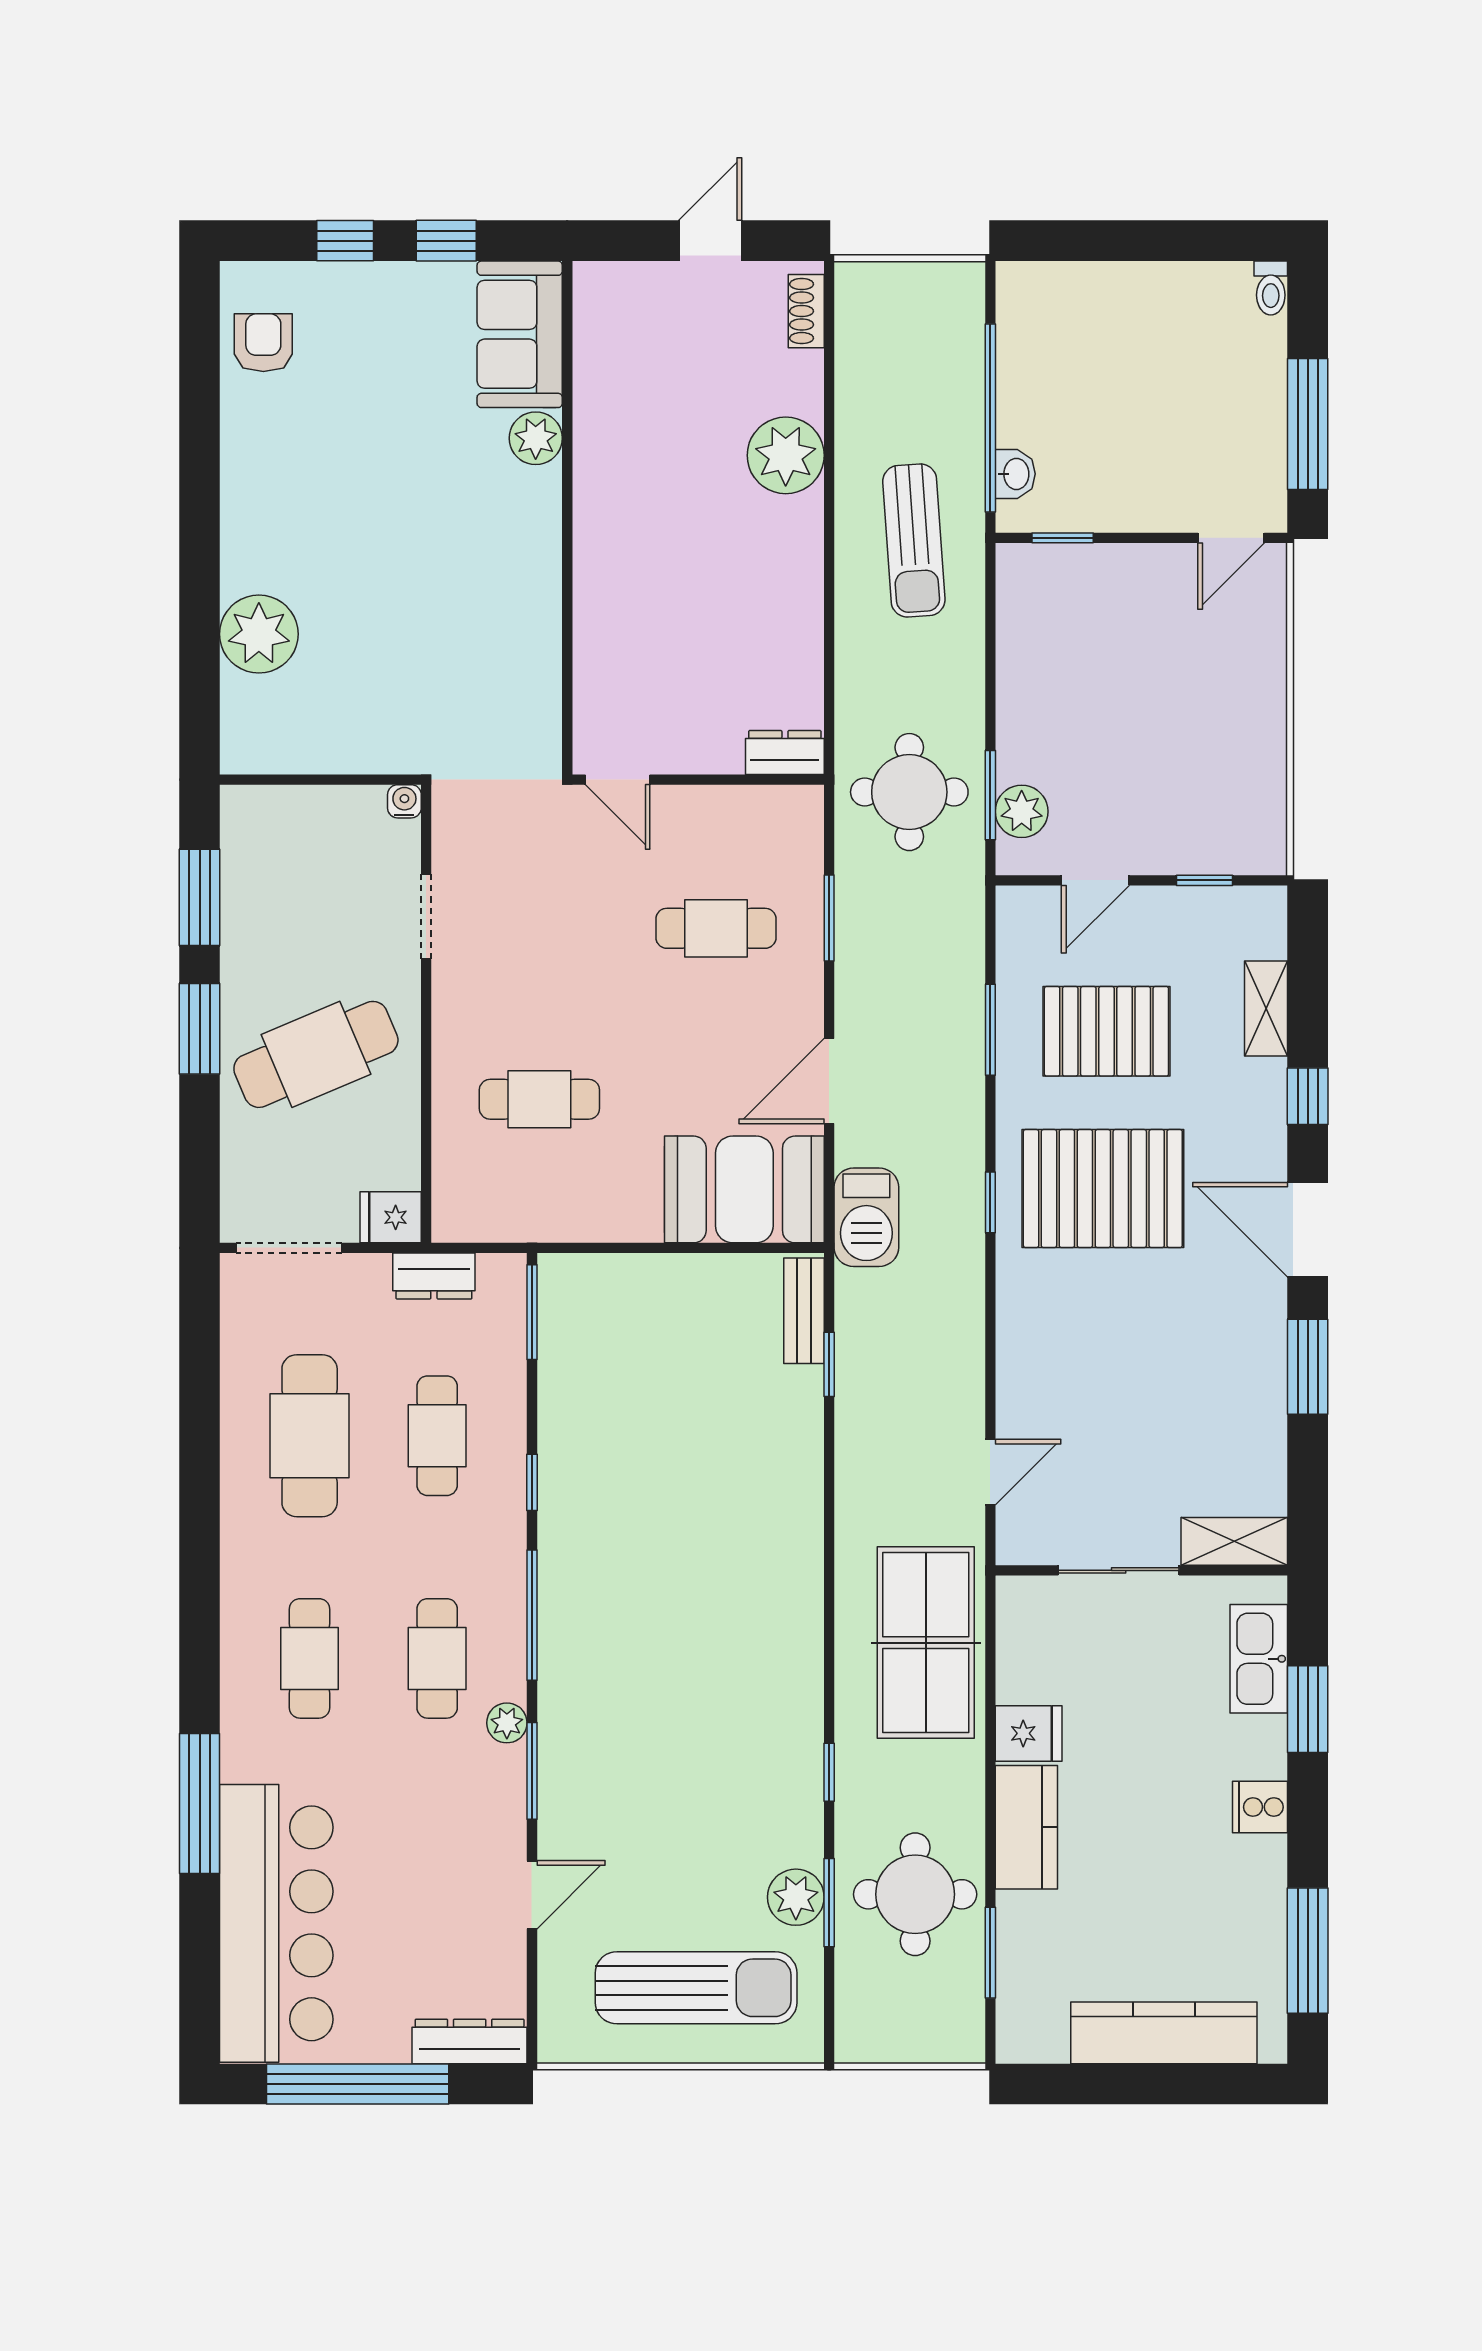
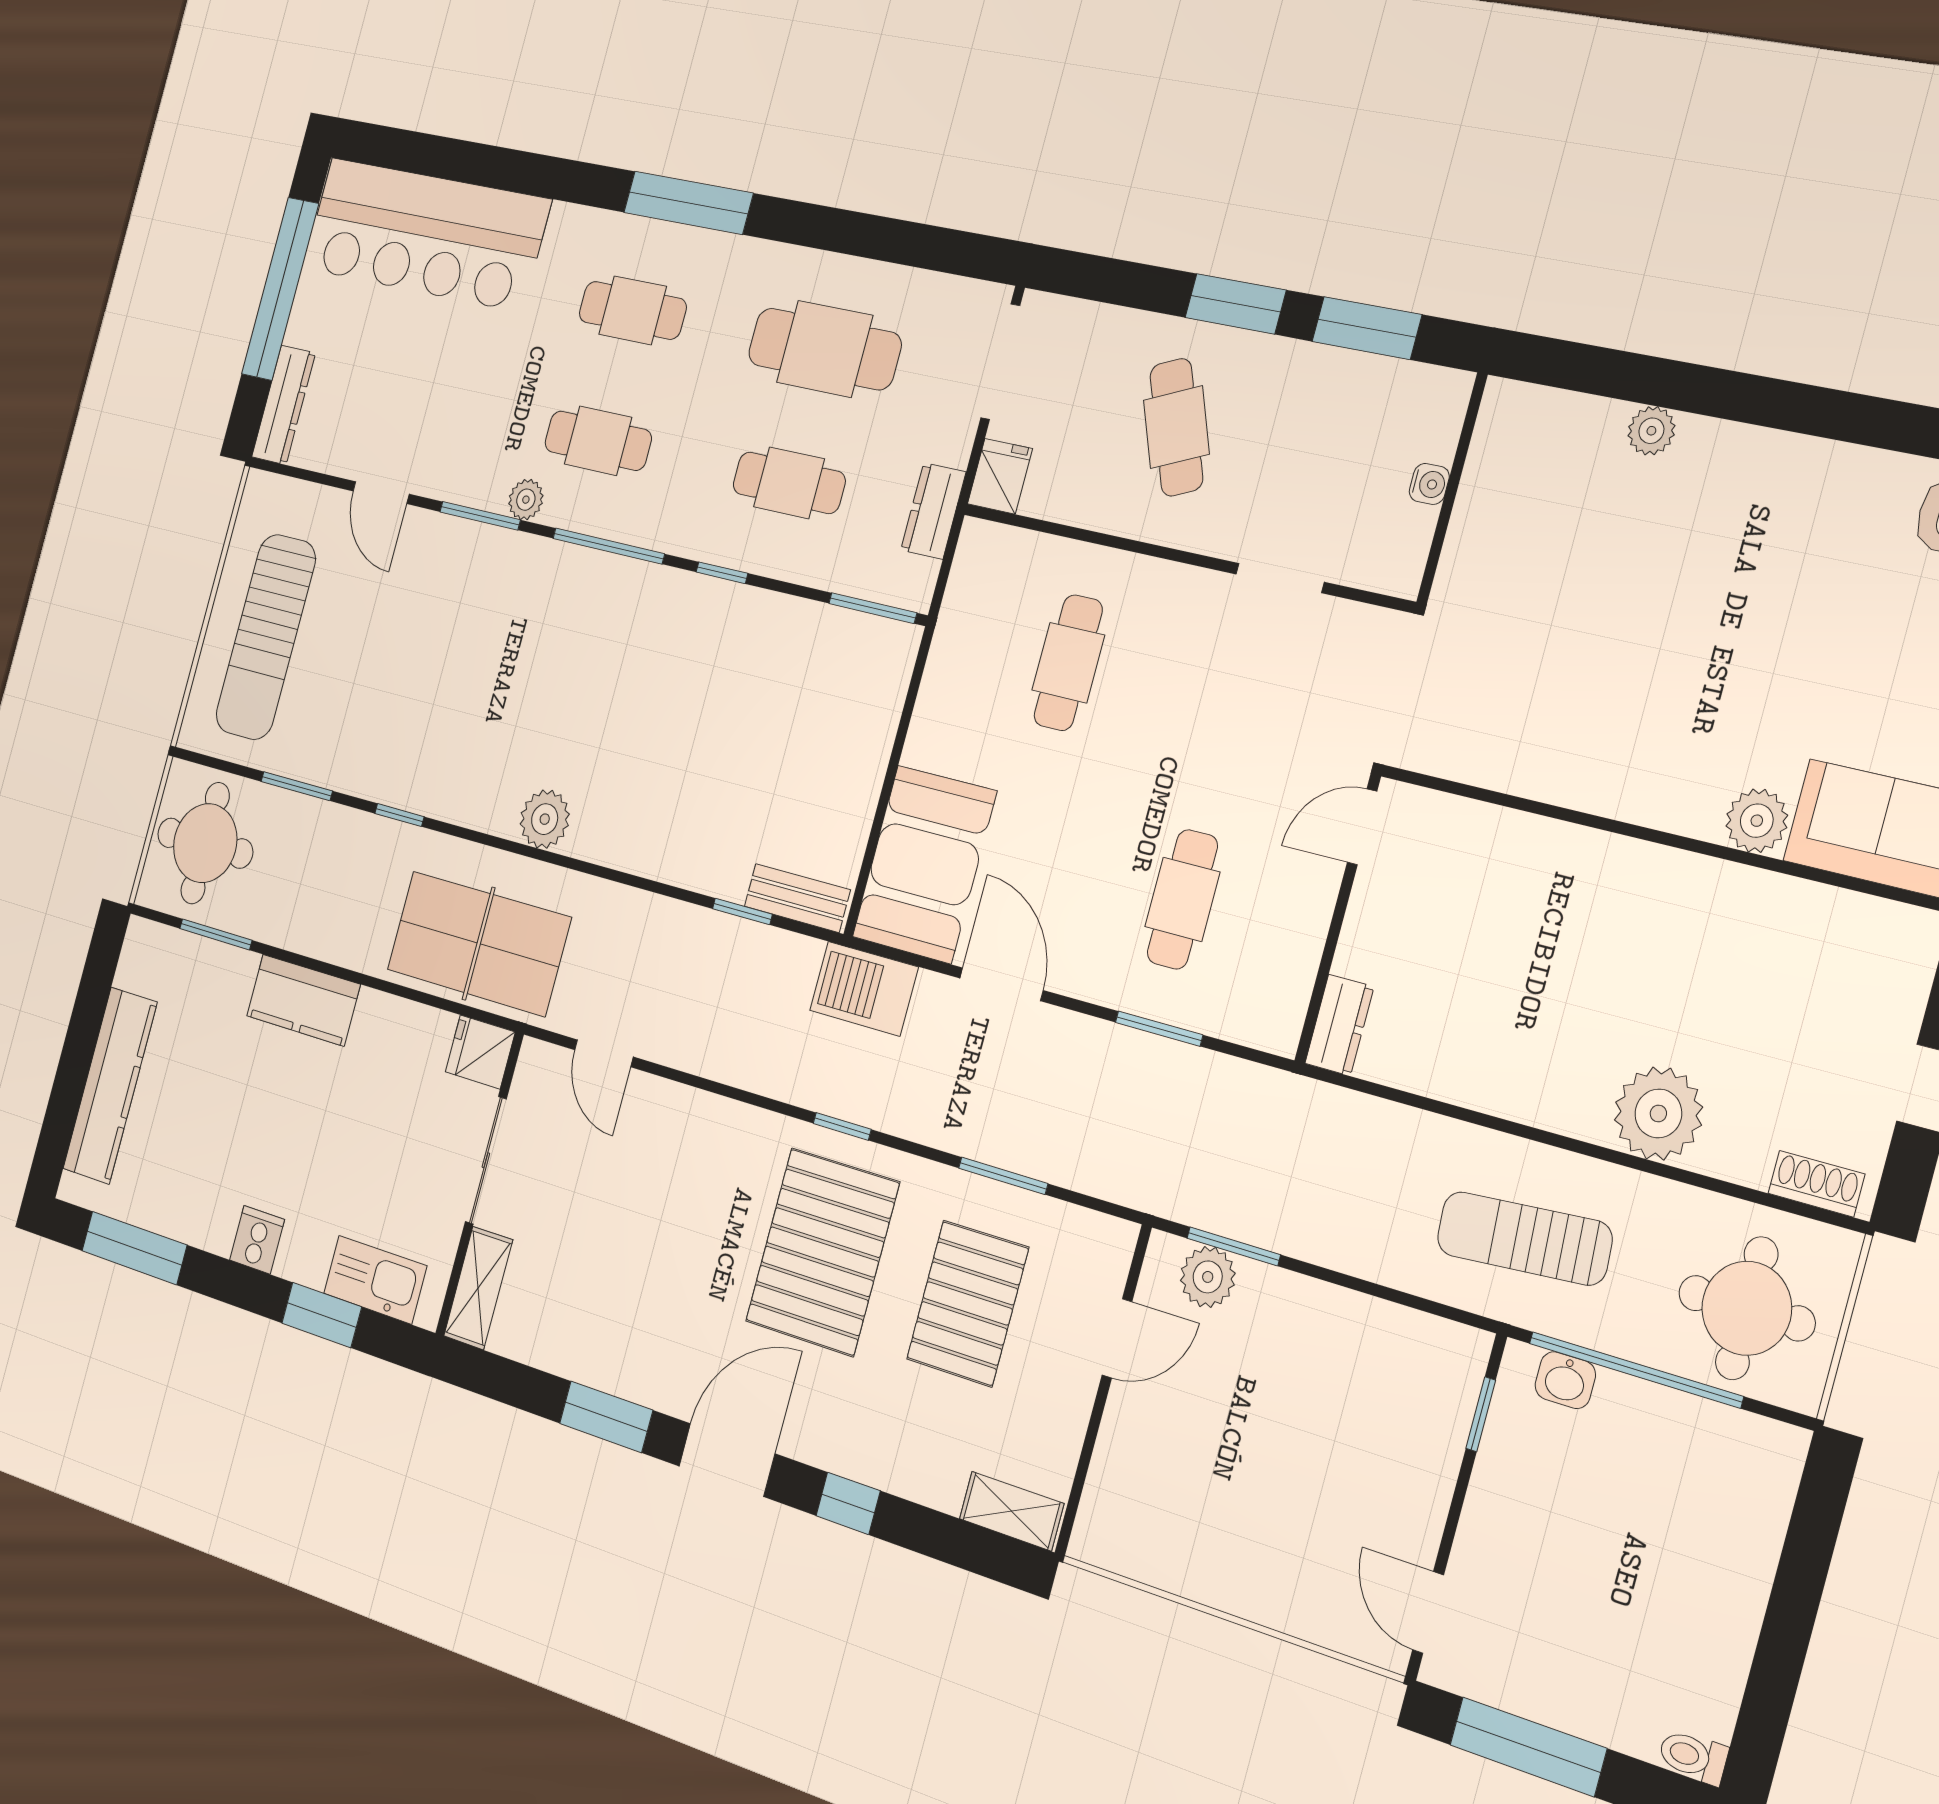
plant: (259, 634) -> (1651, 431), width x0.53, depth x0.53
round table: (909, 792) -> (1747, 1308), moved
water cooler: (404, 801) -> (1429, 484), moved
door: (1095, 880) -> (1117, 1338), swing flipped
window: (1205, 880) -> (1084, 1461), removed
shelving: (1266, 1009) -> (1012, 1511), moved
cafe table: (316, 1054) -> (1176, 427), width x0.73, depth x0.74
fridge: (1029, 1733) -> (480, 1052), moved, turned 90
window: (200, 1803) -> (688, 203), moved
round table: (915, 1894) -> (205, 843), moved
plant: (796, 1897) -> (545, 819), moved

